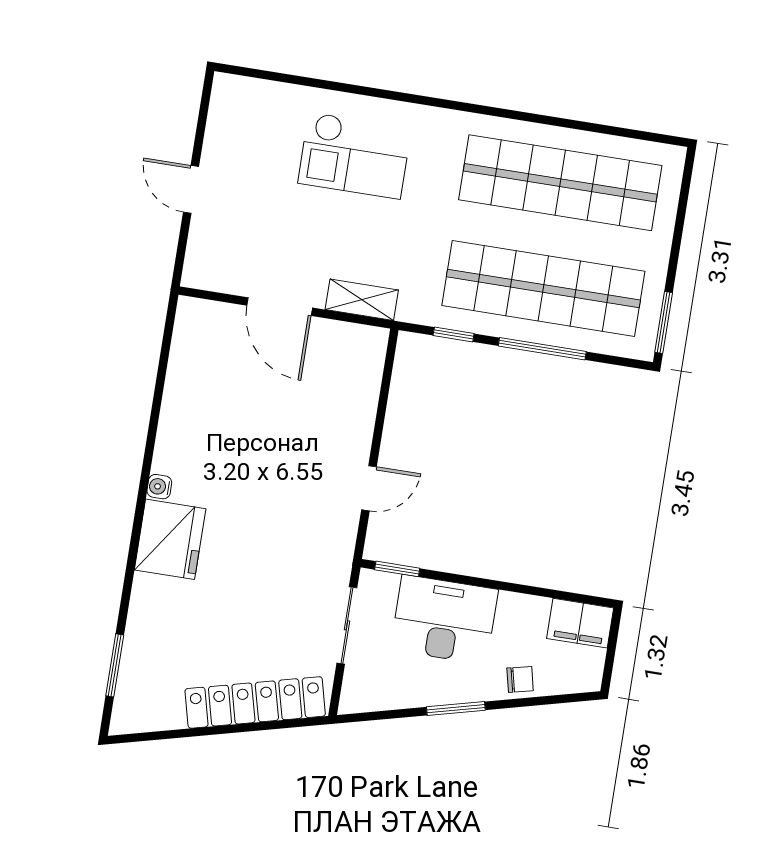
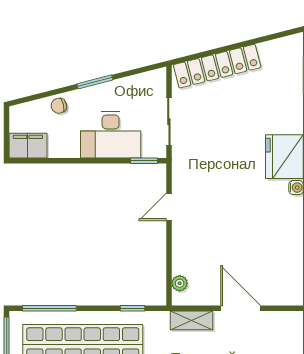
window: (542, 349) -> (49, 308), moved
plant: (371, 363) -> (180, 283), added

